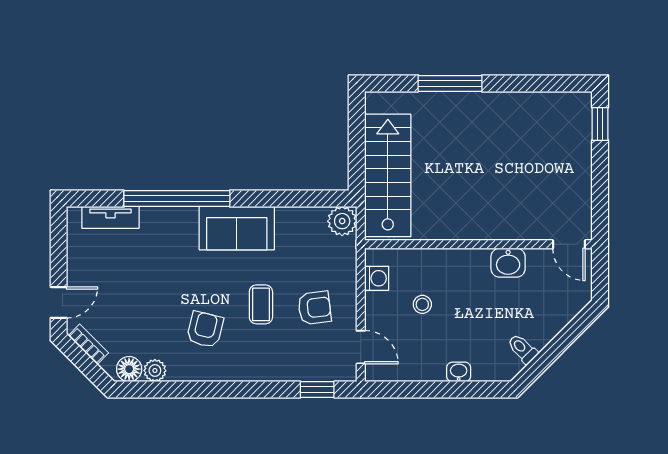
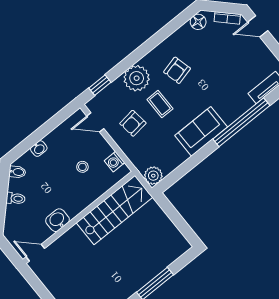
stairs: (388, 175) -> (115, 210), moved, turned -90
door: (59, 302) -> (258, 26), hinge flipped
armchair: (205, 329) -> (177, 70), turned 62
toilet: (523, 349) -> (16, 198), moved
bidet: (509, 364) -> (17, 172), added
plant: (155, 371) -> (137, 78), moved, width x1.88, depth x1.88

